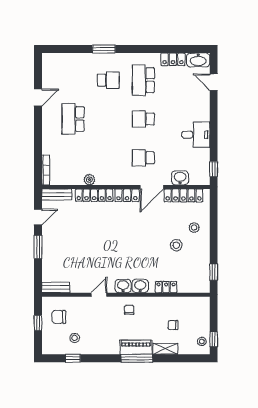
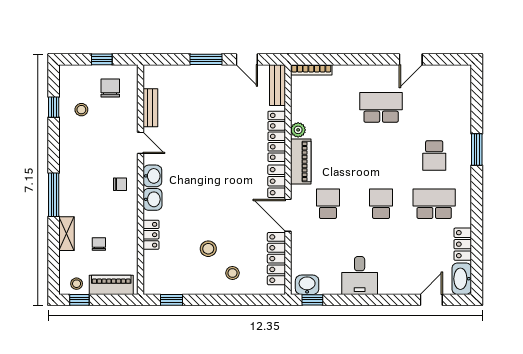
door: (38, 97) -> (411, 59), hinge flipped
piano: (113, 178) -> (301, 161), added
washbasin: (180, 178) -> (307, 285), moved, turned -90
bench: (56, 287) -> (150, 108), moved
piano: (136, 347) -> (111, 285), moved, turned -90

